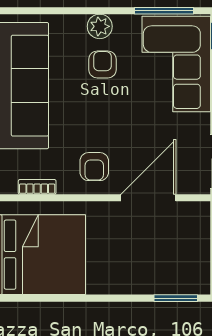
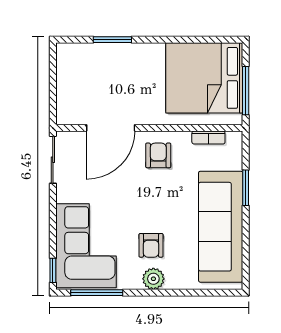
window: (176, 298) -> (112, 40), moved

